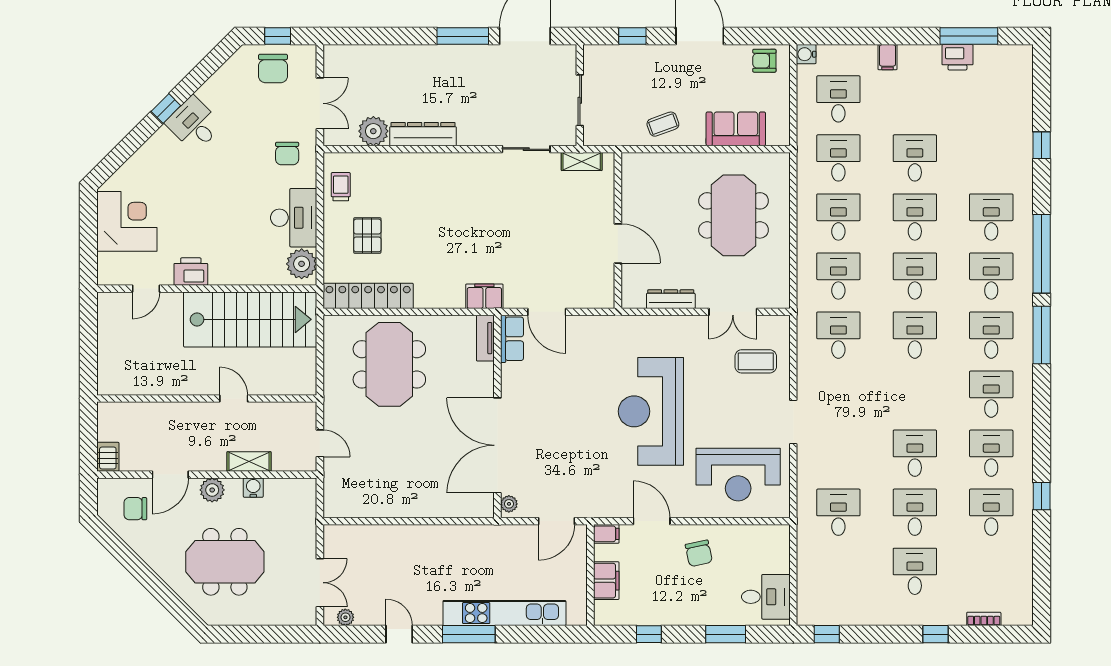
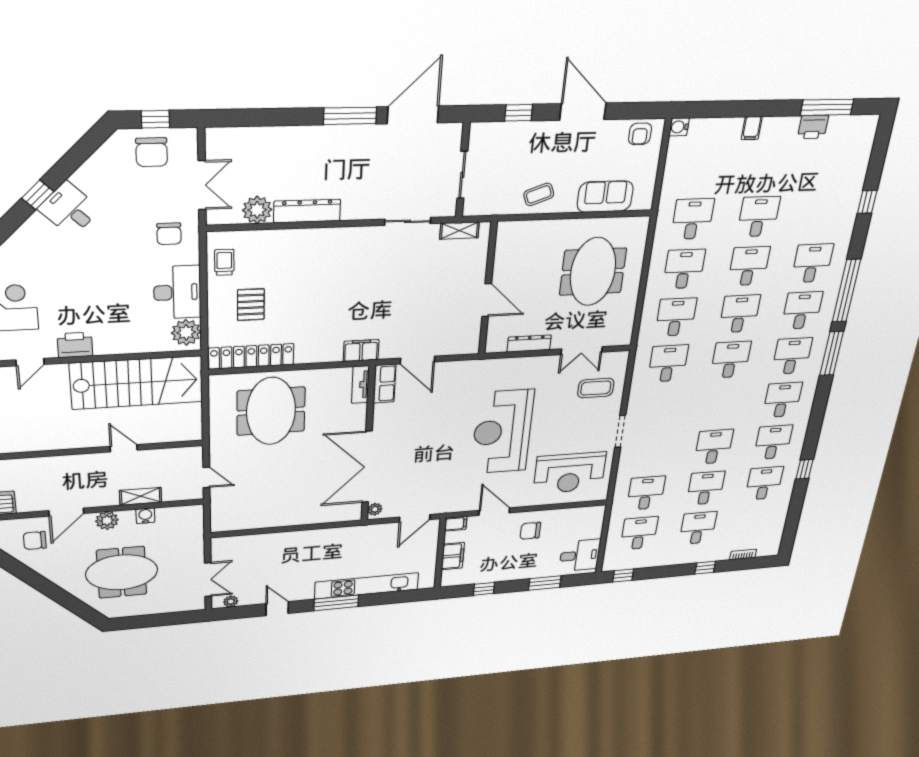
armchair: (764, 61) -> (640, 134), turned -90
desk: (838, 99) -> (639, 533), moved
chair: (699, 553) -> (530, 531), turned 102

